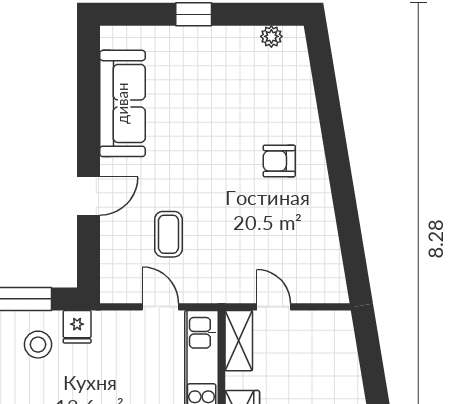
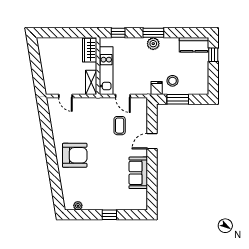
sofa: (122, 103) -> (138, 173), width x0.73
armchair: (279, 161) -> (75, 155), width x1.88, depth x1.88
door: (274, 307) -> (65, 96), moved

